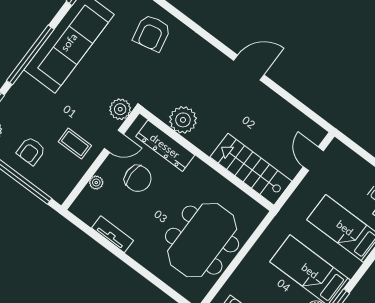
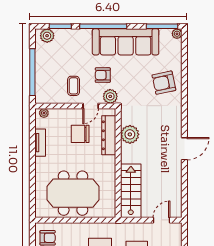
door: (249, 68) -> (184, 149), hinge flipped
door: (114, 141) -> (91, 106), hinge flipped
armchair: (31, 151) -> (103, 75), moved
chair: (138, 179) -> (80, 134), turned 90
plant: (96, 183) -> (44, 113), moved

